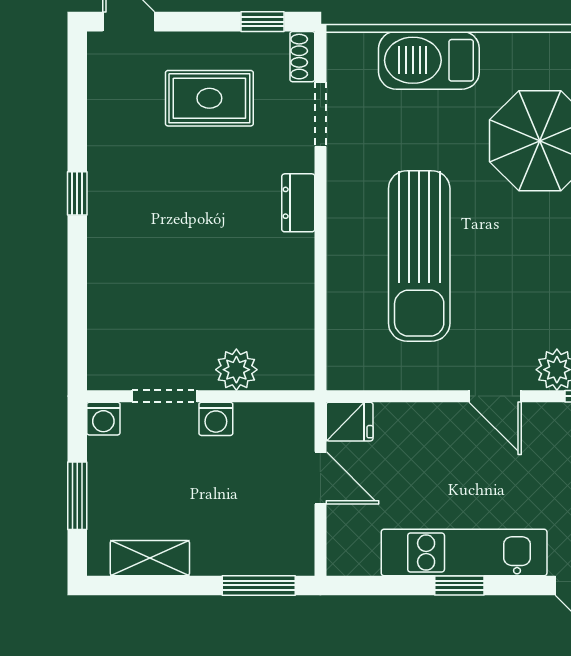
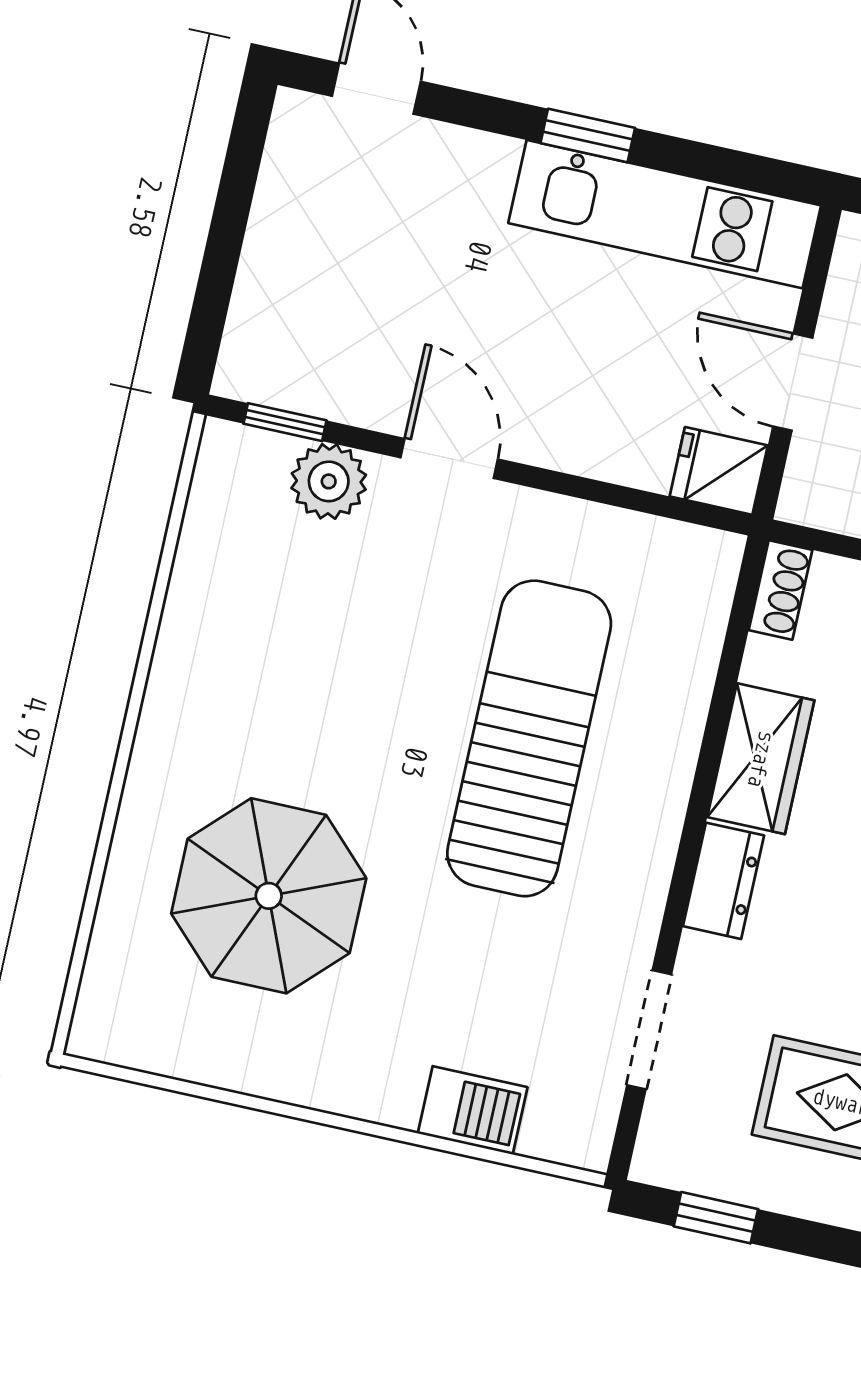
shoe rack: (302, 57) -> (780, 590), moved
barbecue: (429, 60) -> (473, 1110), width x0.53, depth x0.65
wardrobe: (293, 273) -> (761, 759), added
kitchen unit: (464, 553) -> (665, 214), moved

